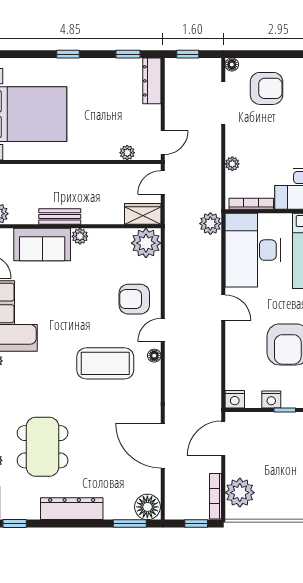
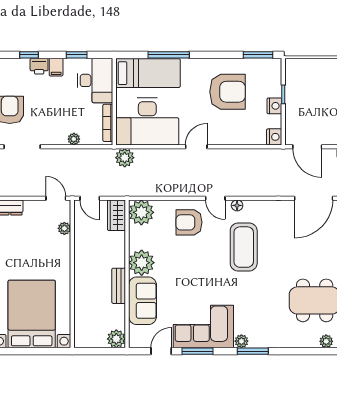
plant: (80, 236) -> (142, 263), width x1.87, depth x1.87
armchair: (134, 299) -> (189, 222), turned 90

